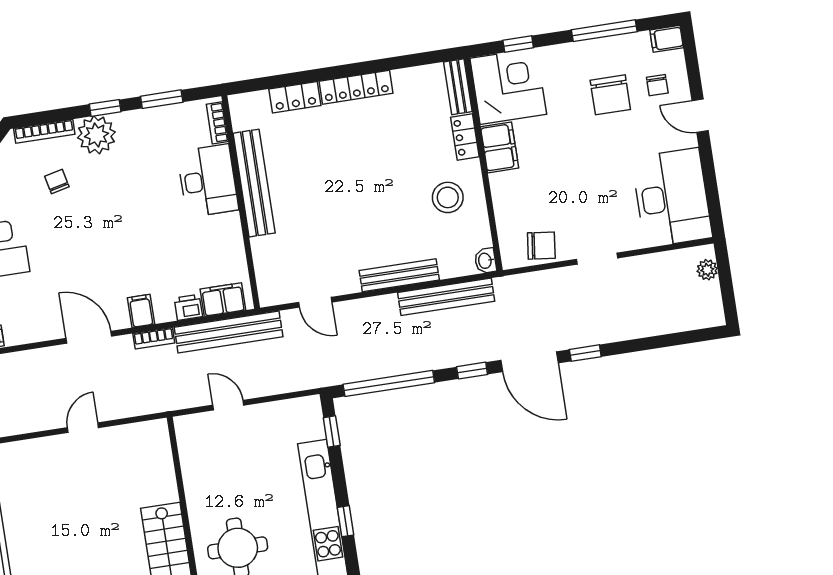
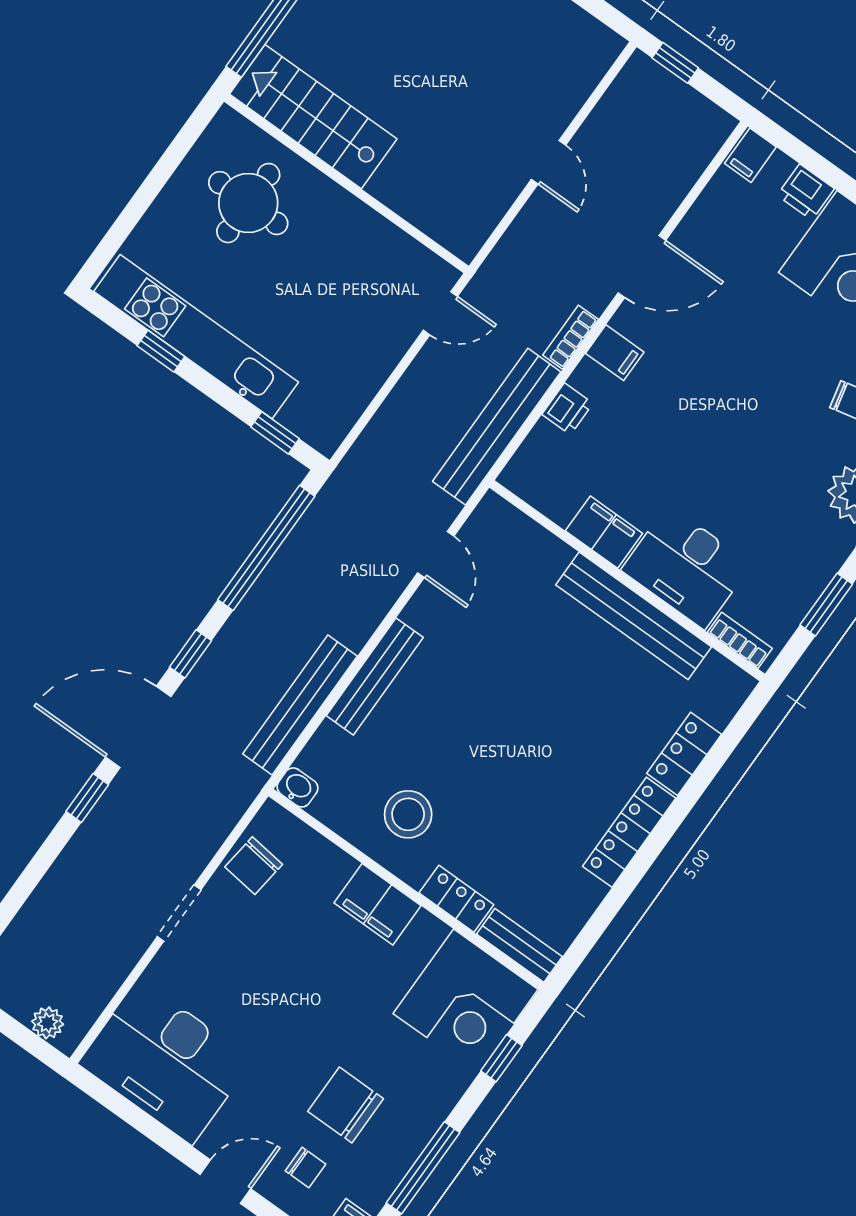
chair: (657, 85) -> (305, 1167), turned 180
filing cabinet: (500, 147) -> (377, 904), moved
filing cabinet: (223, 299) -> (604, 532), moved, turned -90
door: (315, 302) -> (436, 555), swing flipped
door: (228, 405) -> (440, 313), moved

